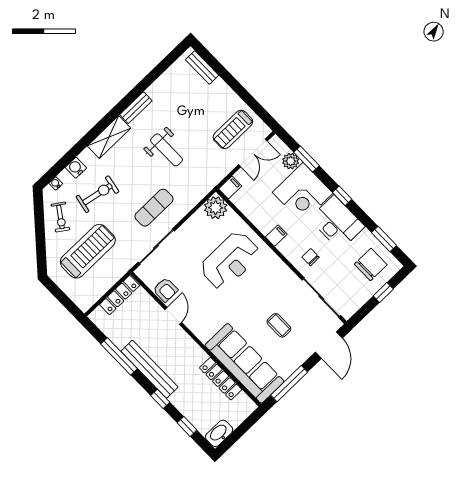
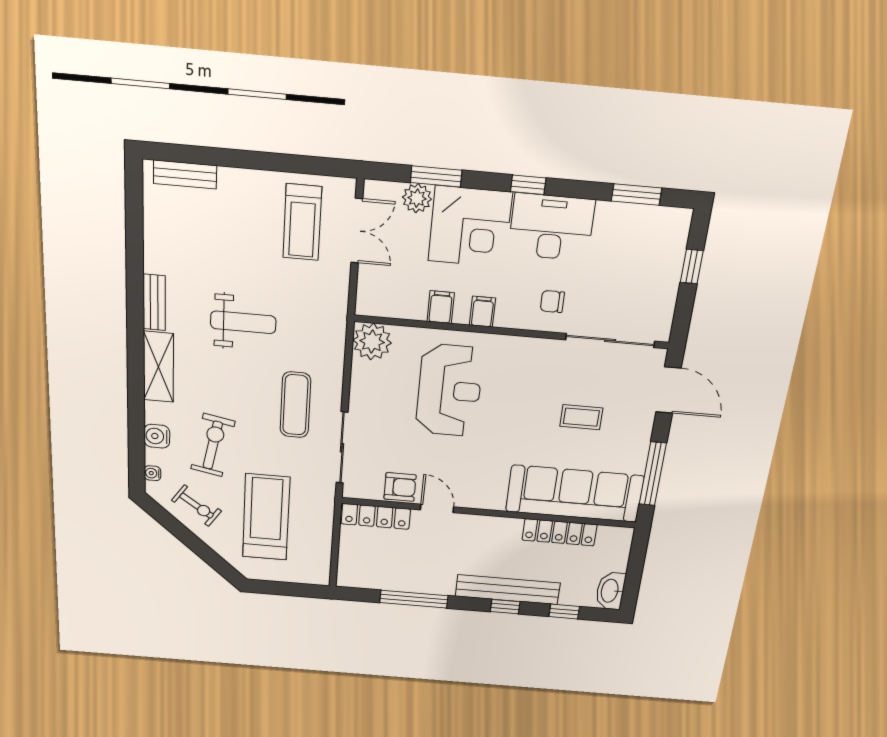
filing cabinet: (230, 187) -> (441, 307), moved
chair: (371, 264) -> (645, 244), removed
locker: (120, 295) -> (376, 516), moved, turned 90
bench: (149, 369) -> (508, 590), moved

